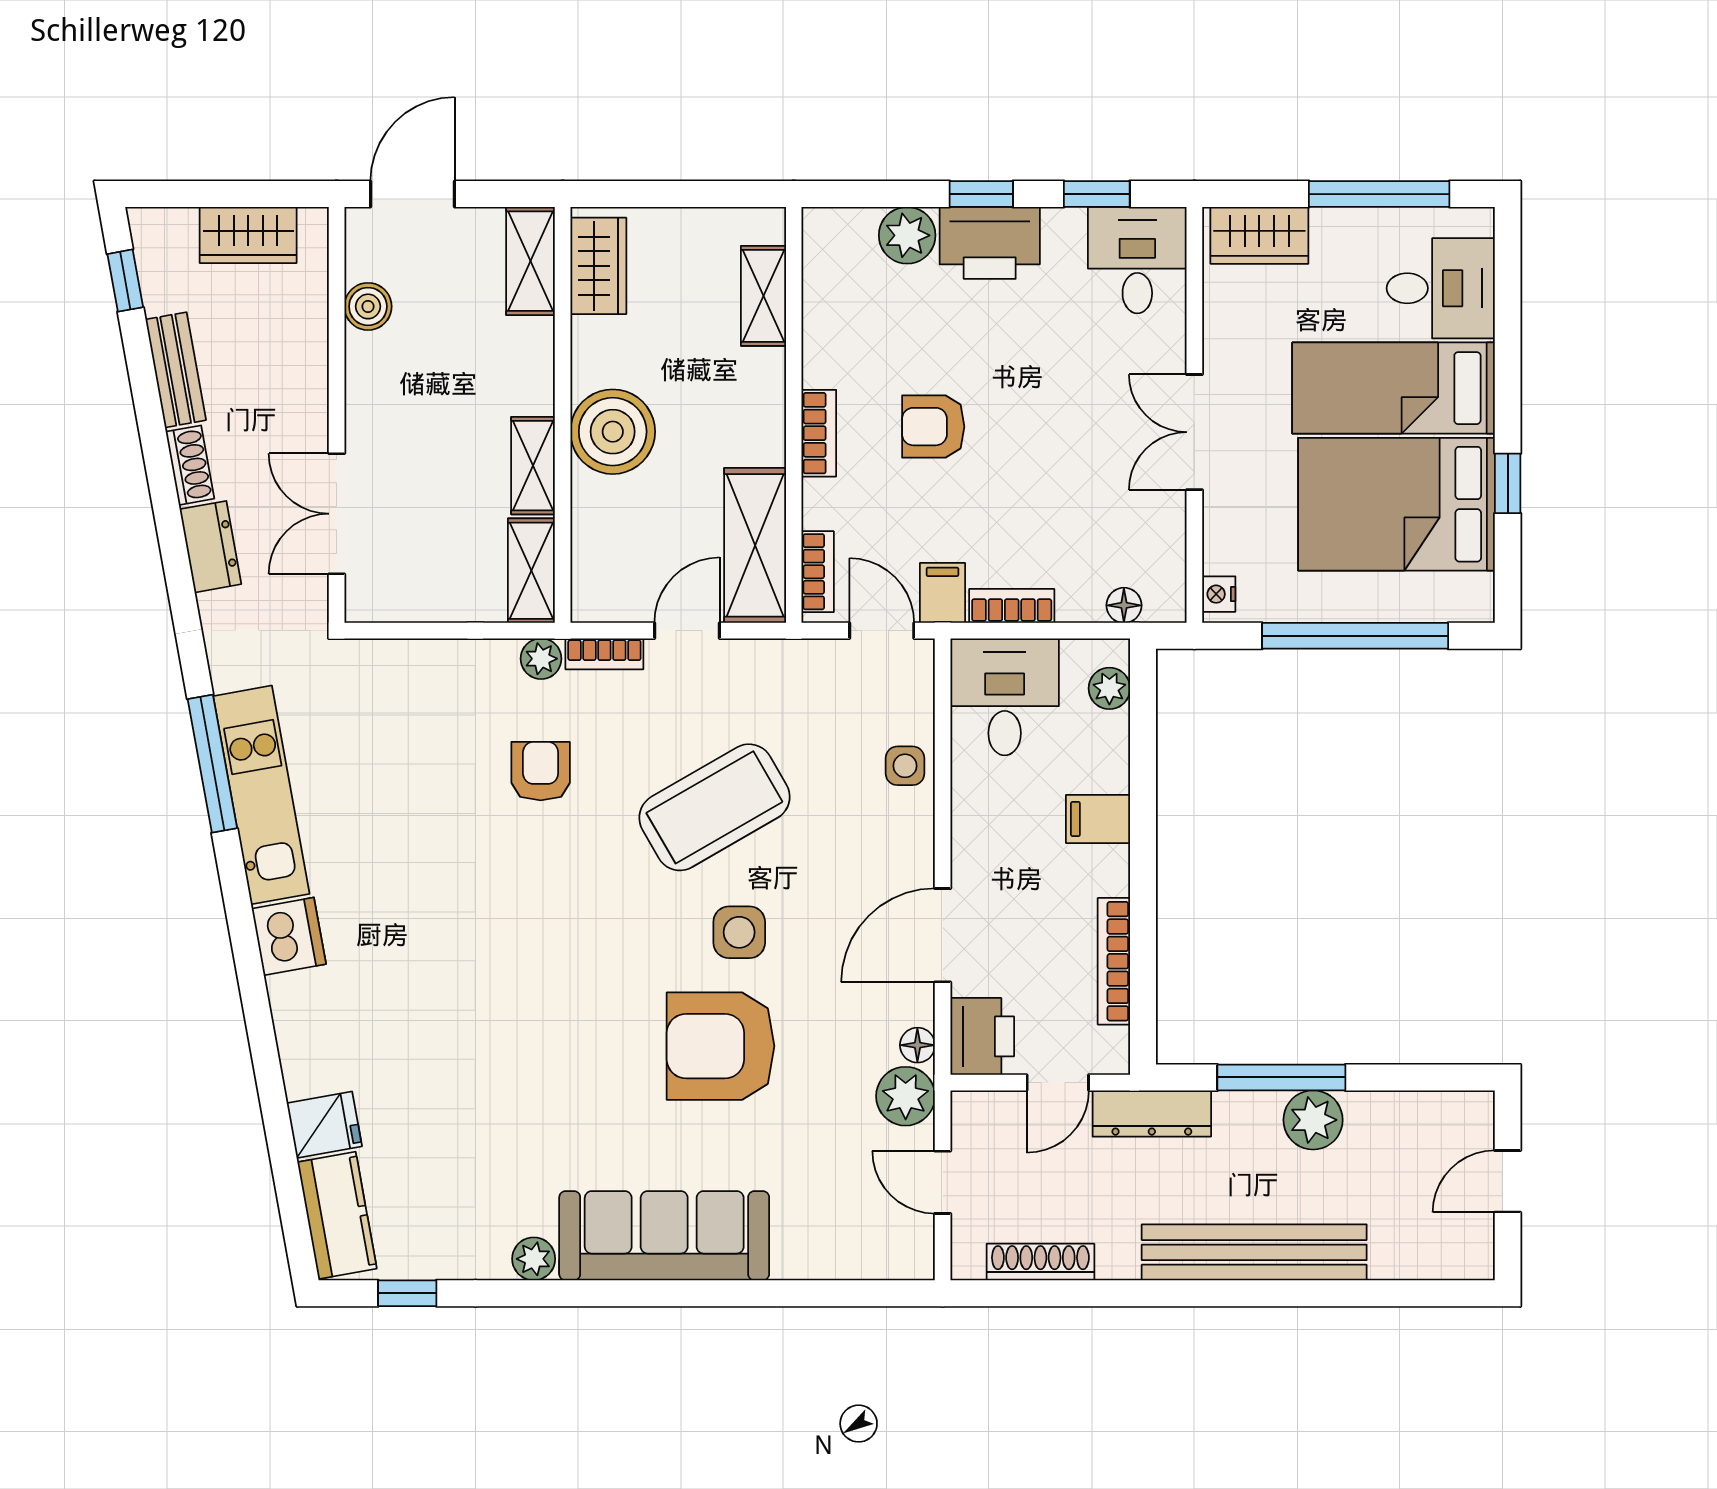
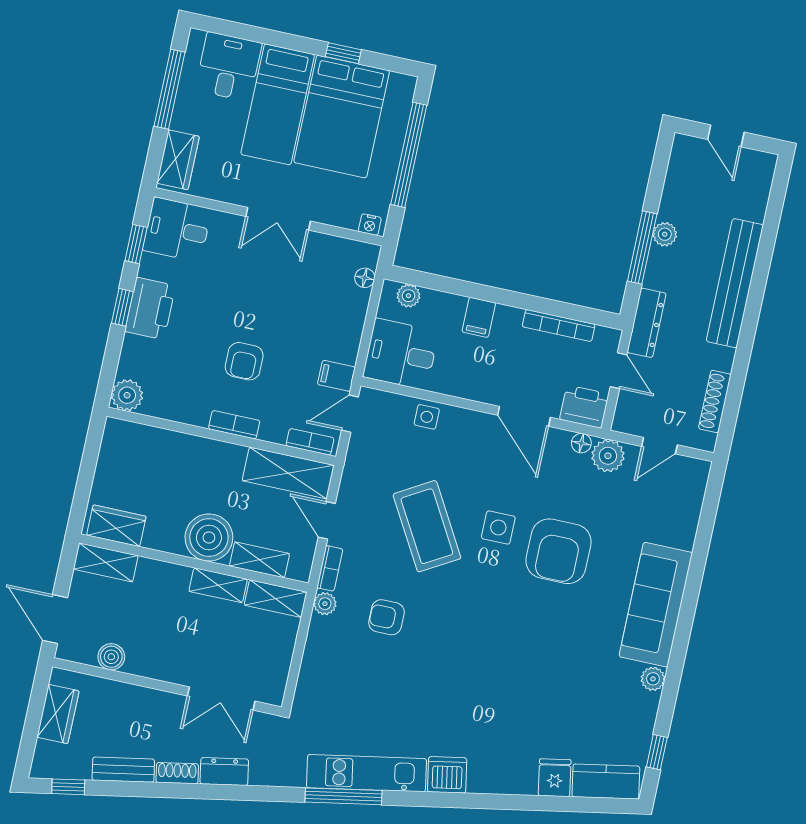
plant: (907, 235) -> (127, 395), moved
shelving: (764, 296) -> (259, 560), moved
bookcase: (1012, 606) -> (352, 339), removed
plant: (1313, 1120) -> (665, 234), width x0.73, depth x0.73

